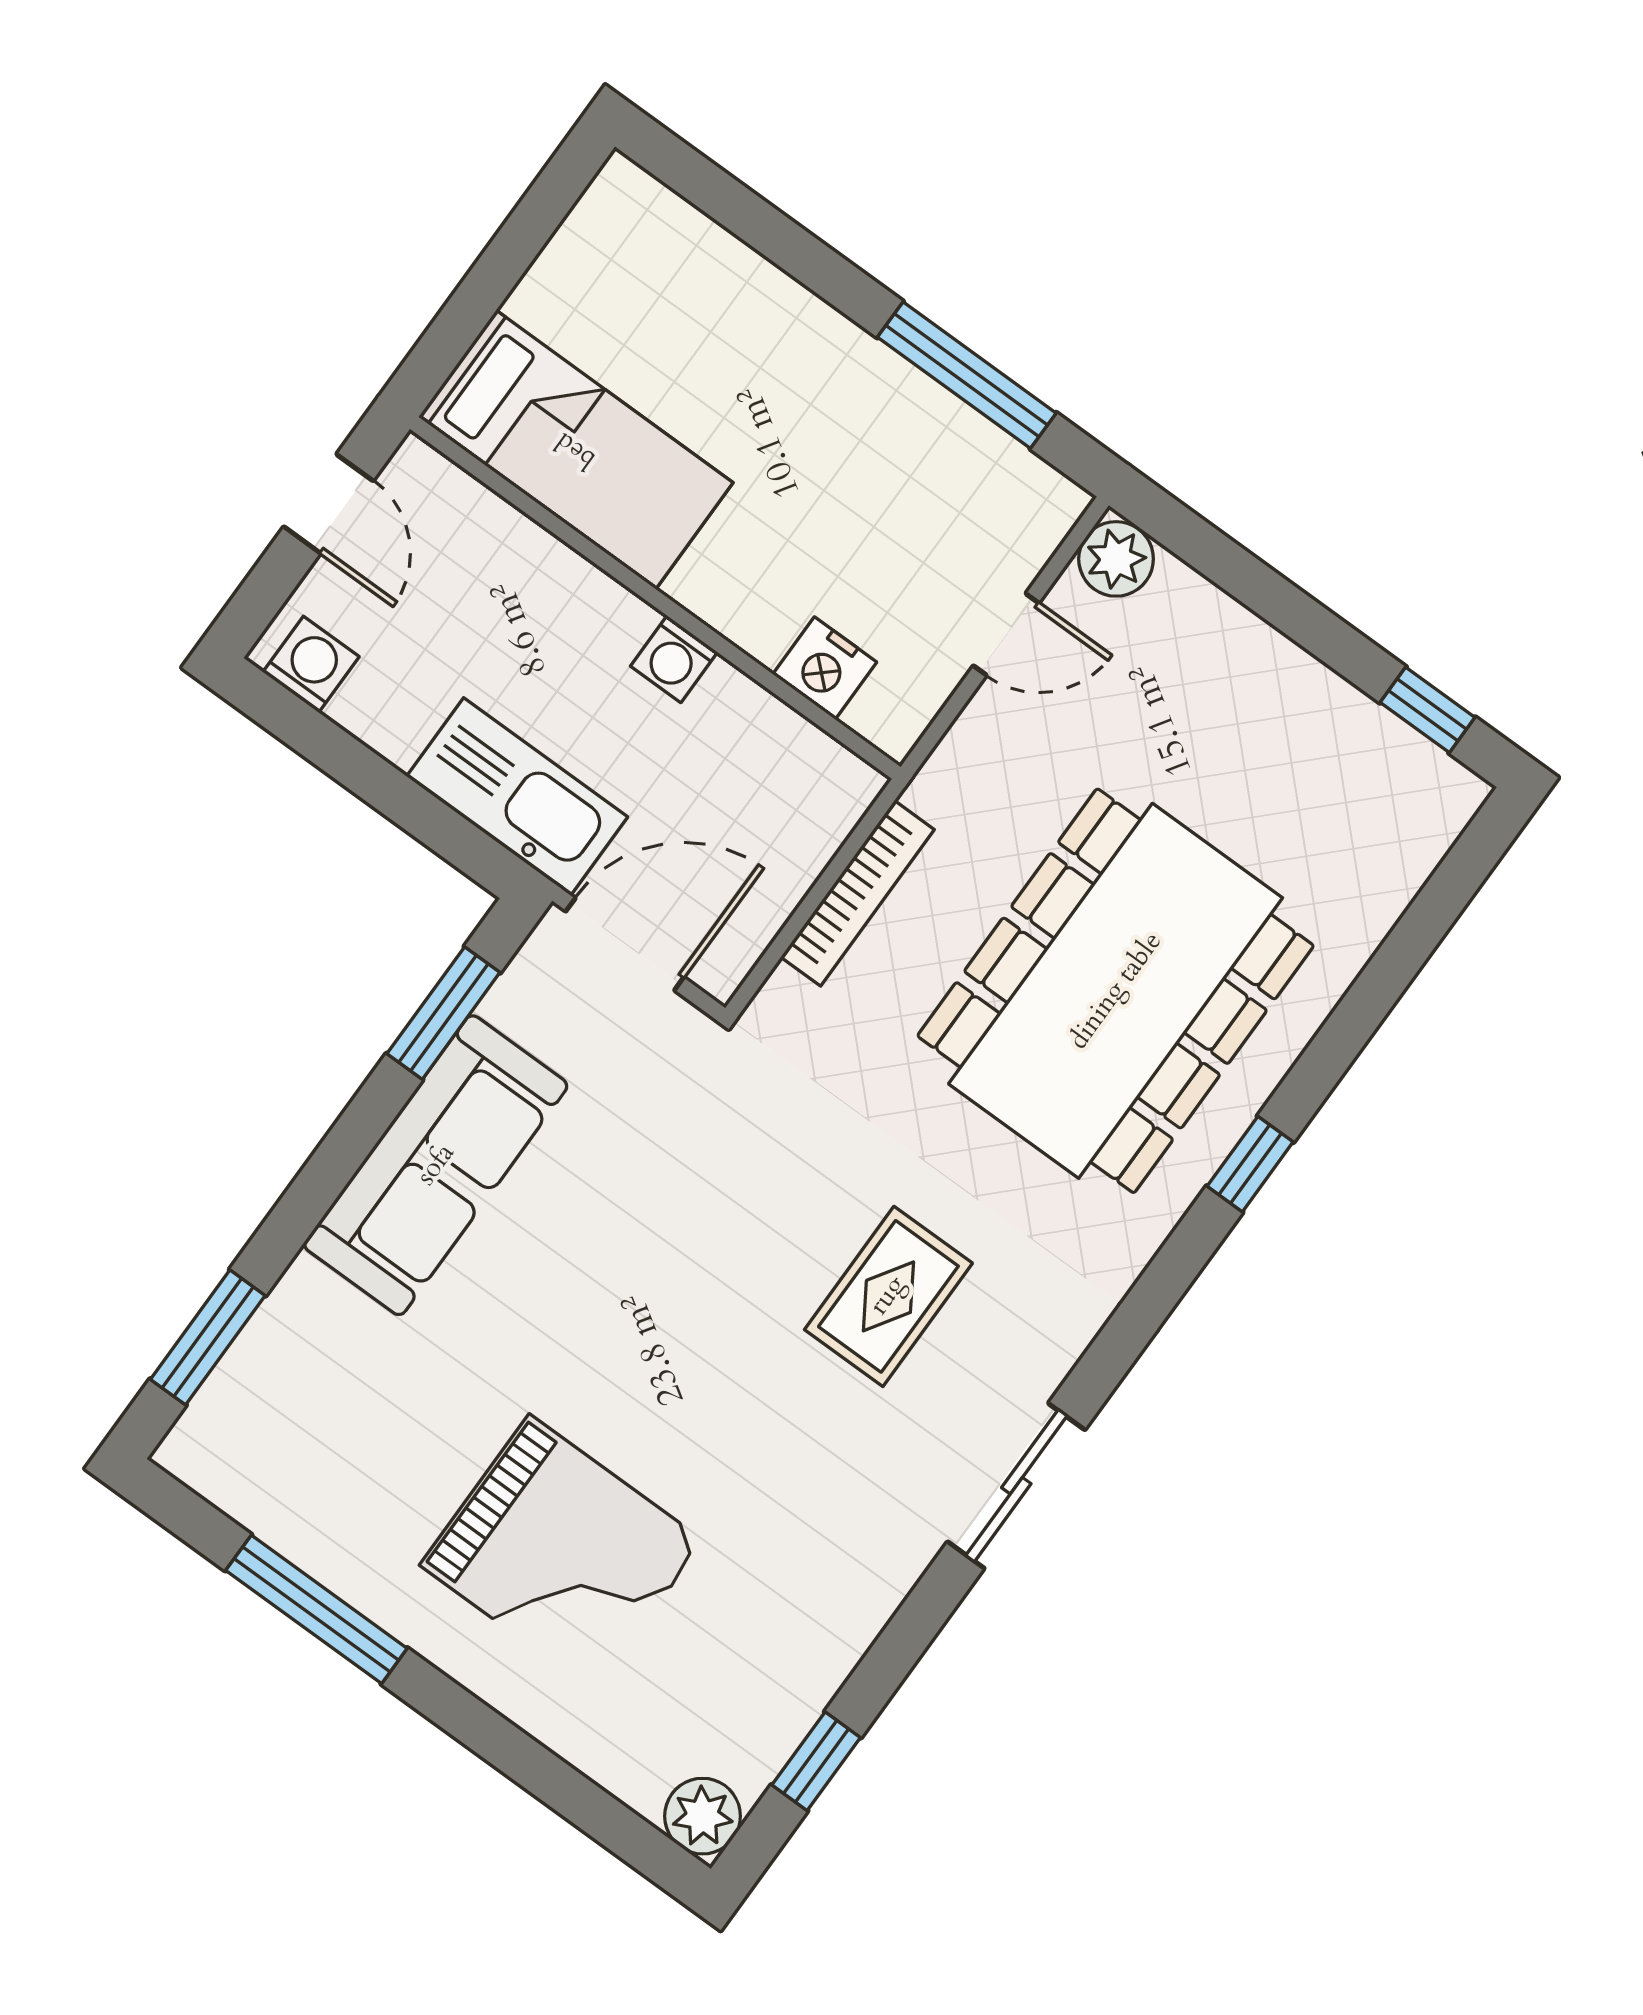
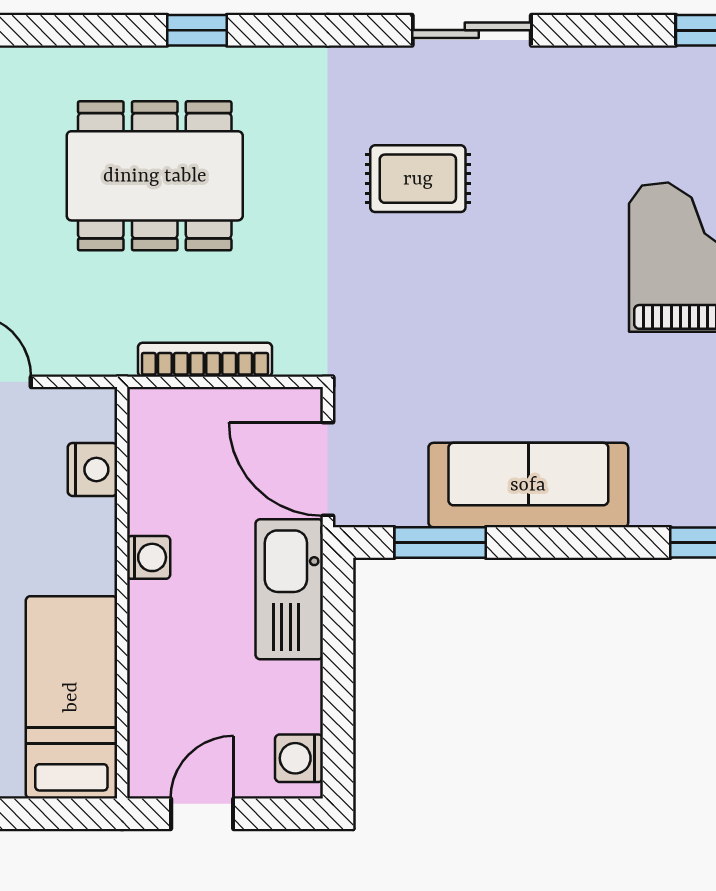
dining table: (1116, 991) -> (155, 176), width x0.73, depth x0.80

